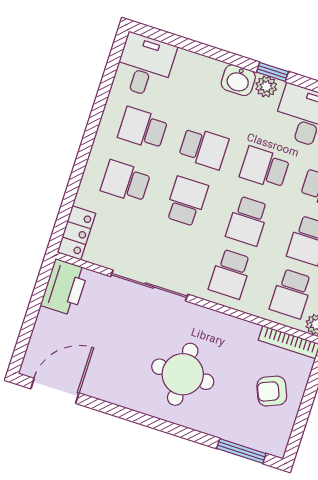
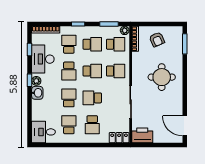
school desk: (143, 128) -> (69, 125), turned 180

